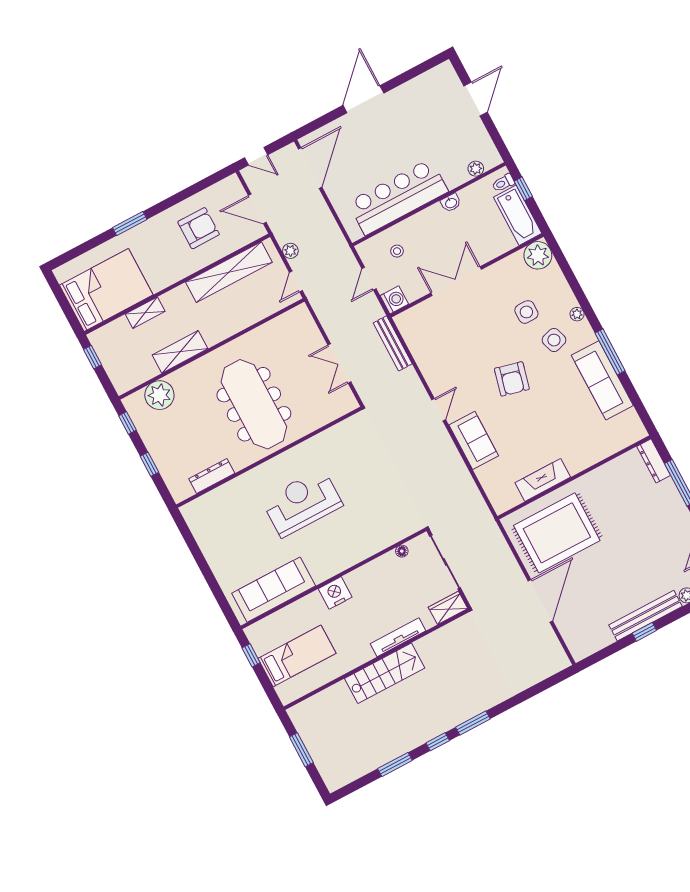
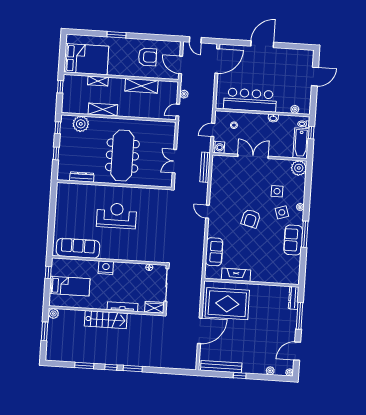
shelving: (229, 272) -> (141, 86), width x0.68
sofa: (602, 380) -> (293, 240), width x0.73
door: (439, 410) -> (208, 212), swing flipped
sofa: (474, 440) -> (214, 252), moved
bench: (646, 616) -> (221, 367), moved
plant: (298, 714) -> (53, 314), added

